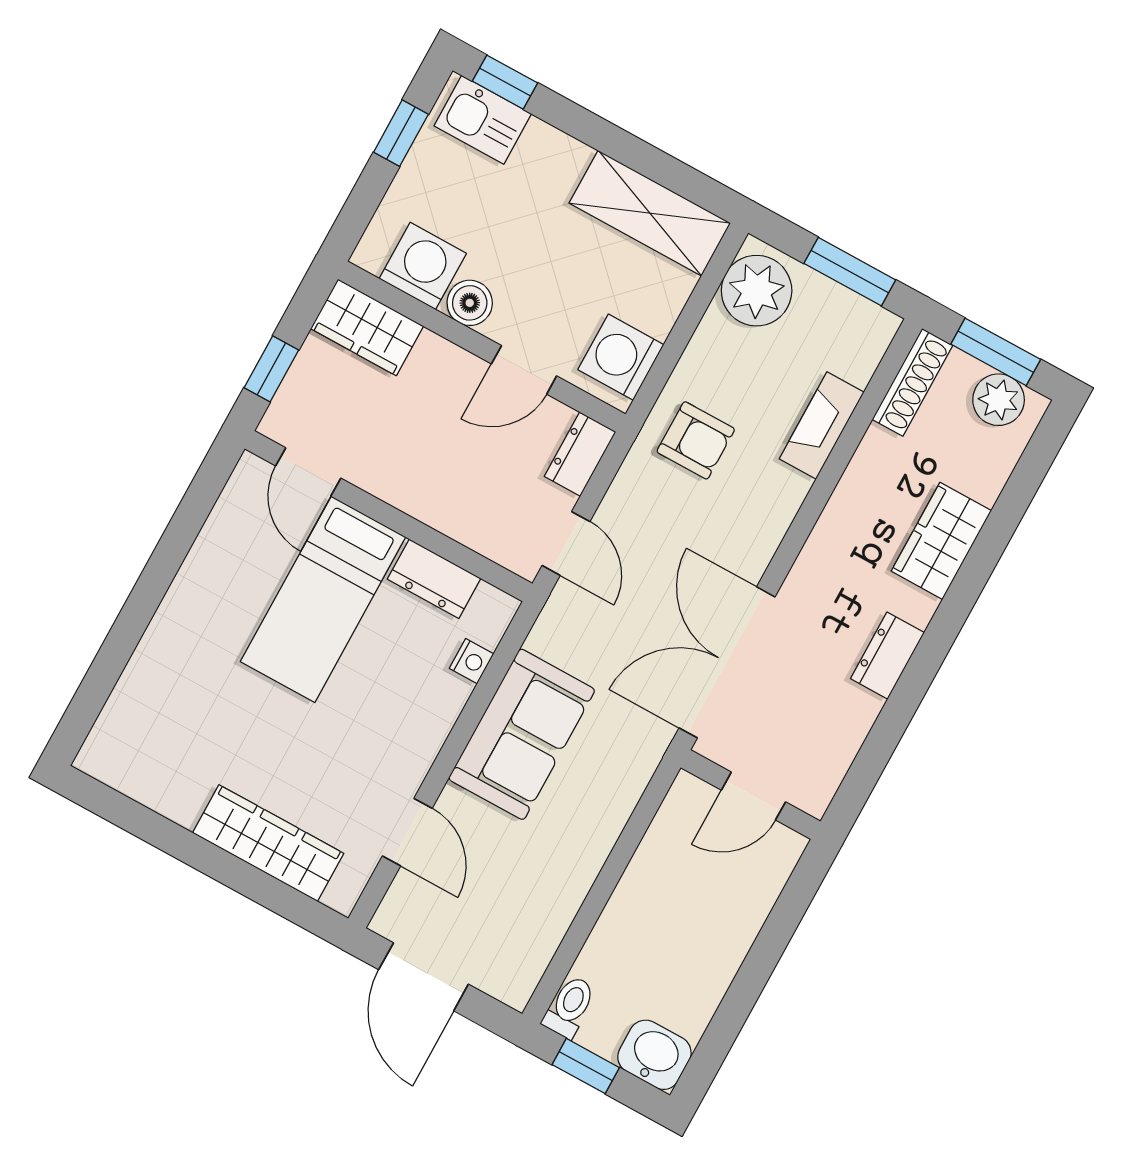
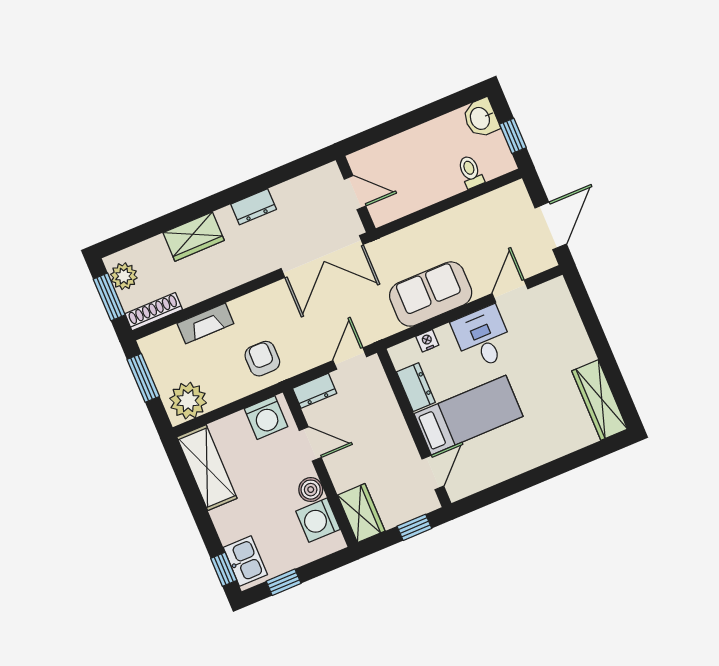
desk: (393, 731) -> (483, 338), added
wardrobe: (268, 843) -> (600, 400), moved
toilet: (569, 1007) -> (471, 172), moved, turned 90

